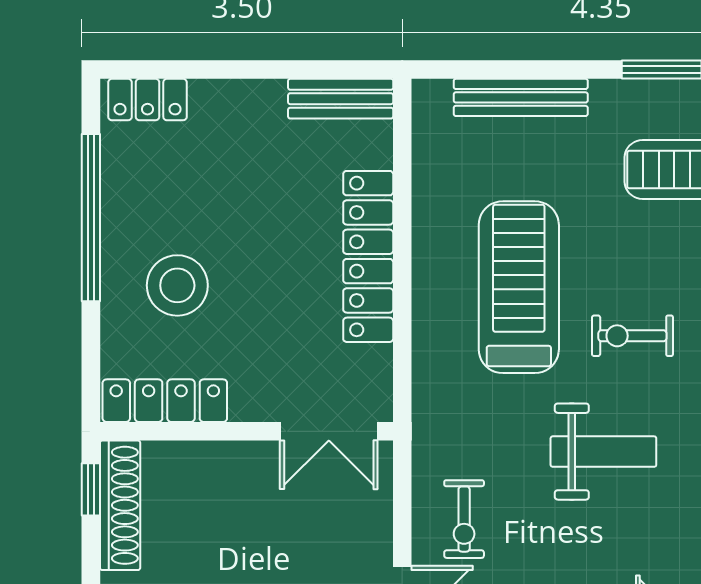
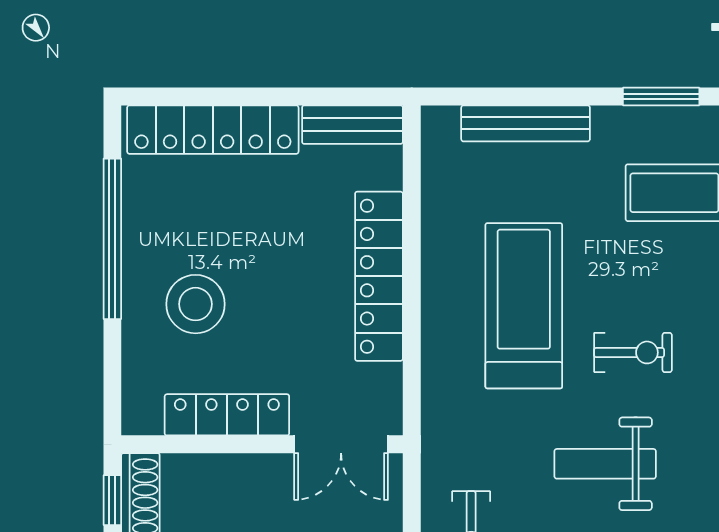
locker: (148, 100) -> (213, 130), width x2.16, depth x1.21
exercise bike: (632, 336) -> (633, 352), turned 180
locker: (165, 401) -> (227, 415), moved
weight bench: (603, 452) -> (605, 464), turned 180

